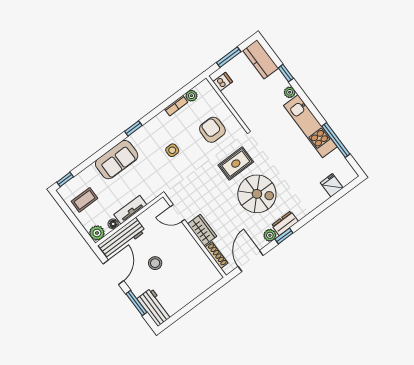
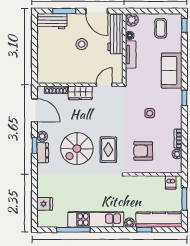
kitchen counter: (261, 59) -> (159, 220), width x1.50
armchair: (212, 130) -> (143, 151), turned 180

